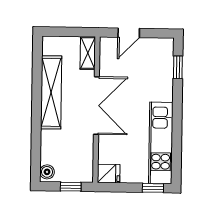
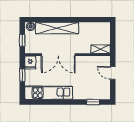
shelving: (51, 92) -> (57, 28), moved
double door: (96, 106) -> (58, 55), moved
window: (153, 188) -> (22, 75), moved

